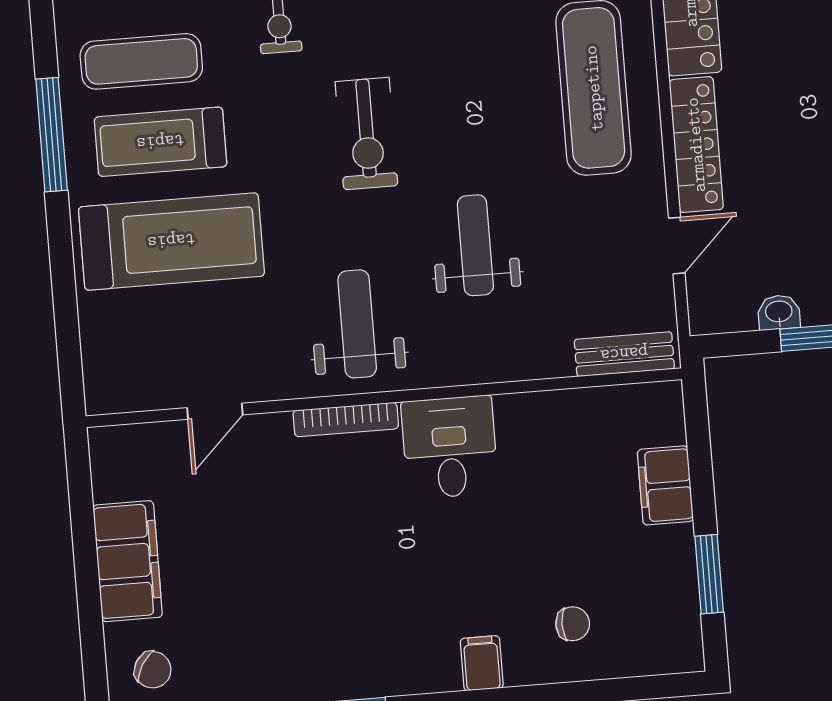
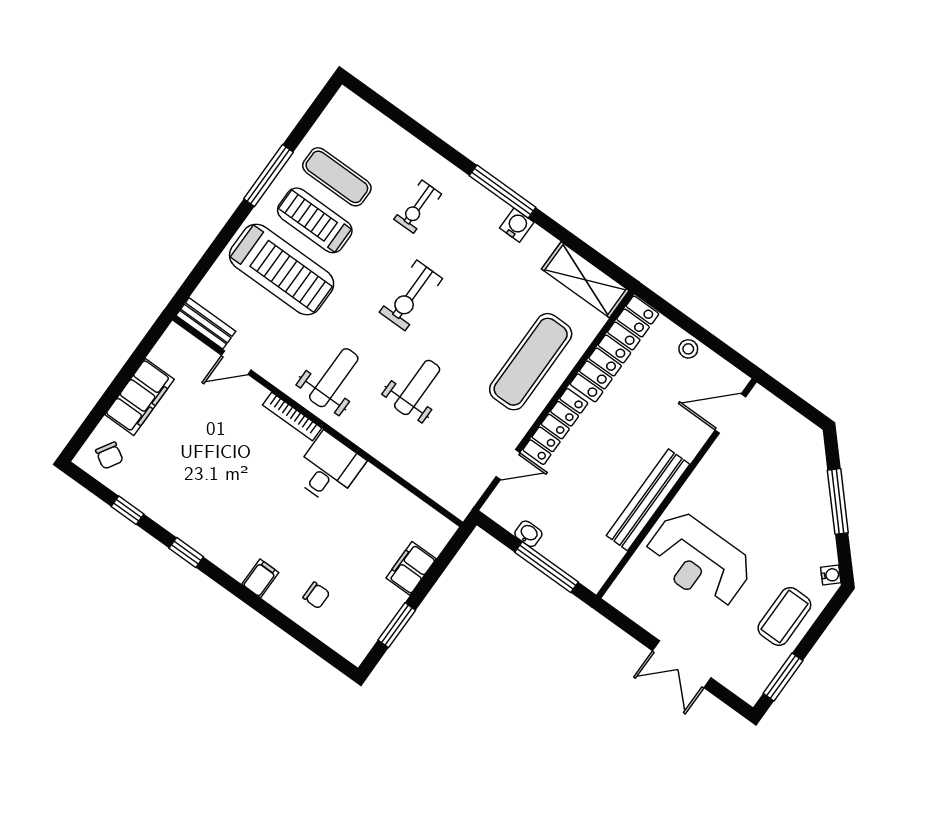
bench: (624, 354) -> (206, 323), moved

